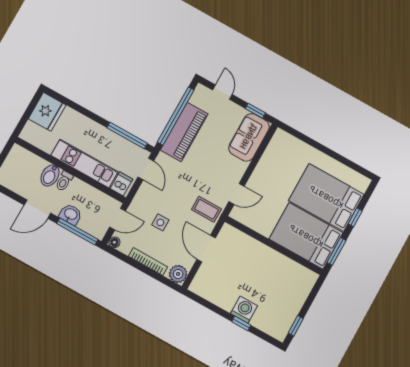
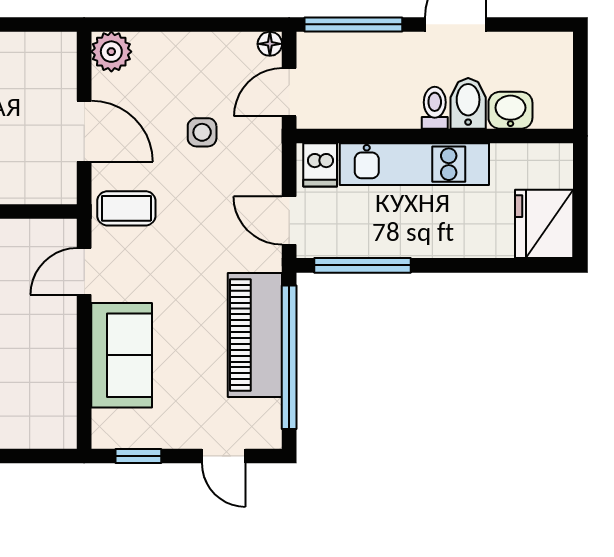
sofa: (249, 137) -> (122, 355), moved
washbasin: (71, 214) -> (510, 110), moved, turned 180
bookcase: (148, 262) -> (183, 43), removed

